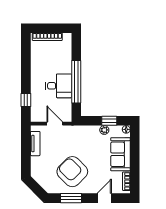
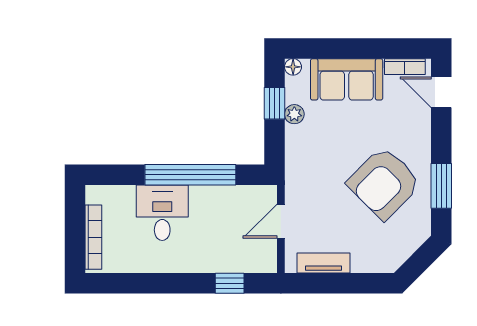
desk: (59, 86) -> (162, 213), moved
door: (104, 198) -> (441, 92), moved

